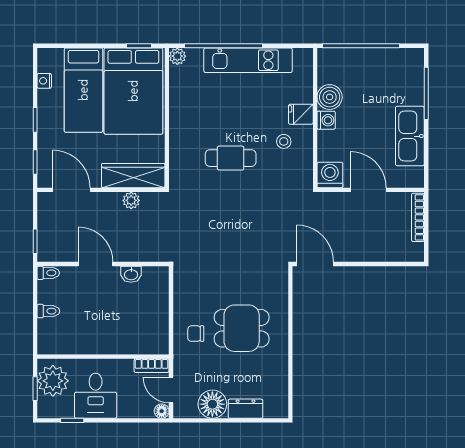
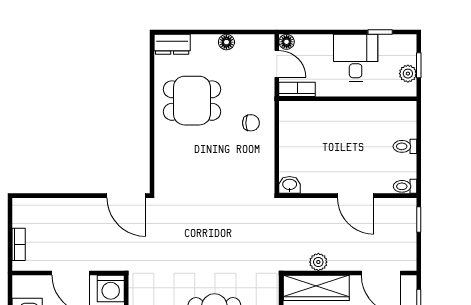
bookcase: (418, 217) -> (19, 244), width x0.64
washbasin: (131, 274) -> (290, 185), moved
dining table: (242, 328) -> (192, 101), moved
plant: (53, 381) -> (408, 74), width x0.53, depth x0.53
floor lamp: (212, 404) -> (226, 42), width x0.53, depth x0.53
dresser: (245, 409) -> (172, 44), moved

